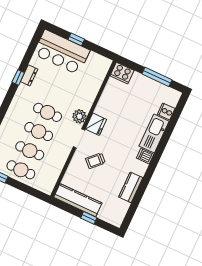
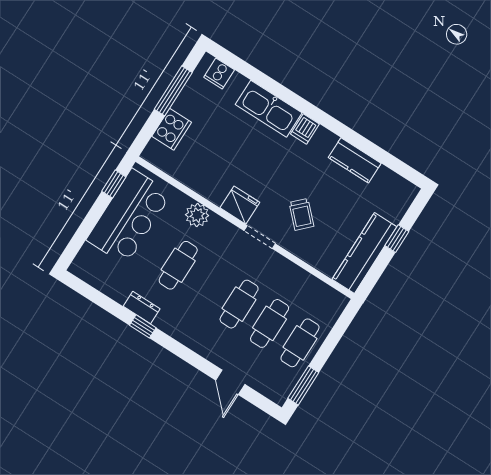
window: (76, 39) -> (114, 184), moved
bar counter: (62, 52) -> (129, 217), moved
cooker: (122, 73) -> (172, 129), moved
cooker: (166, 111) -> (219, 74), moved
cafe table: (48, 112) -> (178, 265), moved
plant: (79, 116) -> (197, 215), moved

